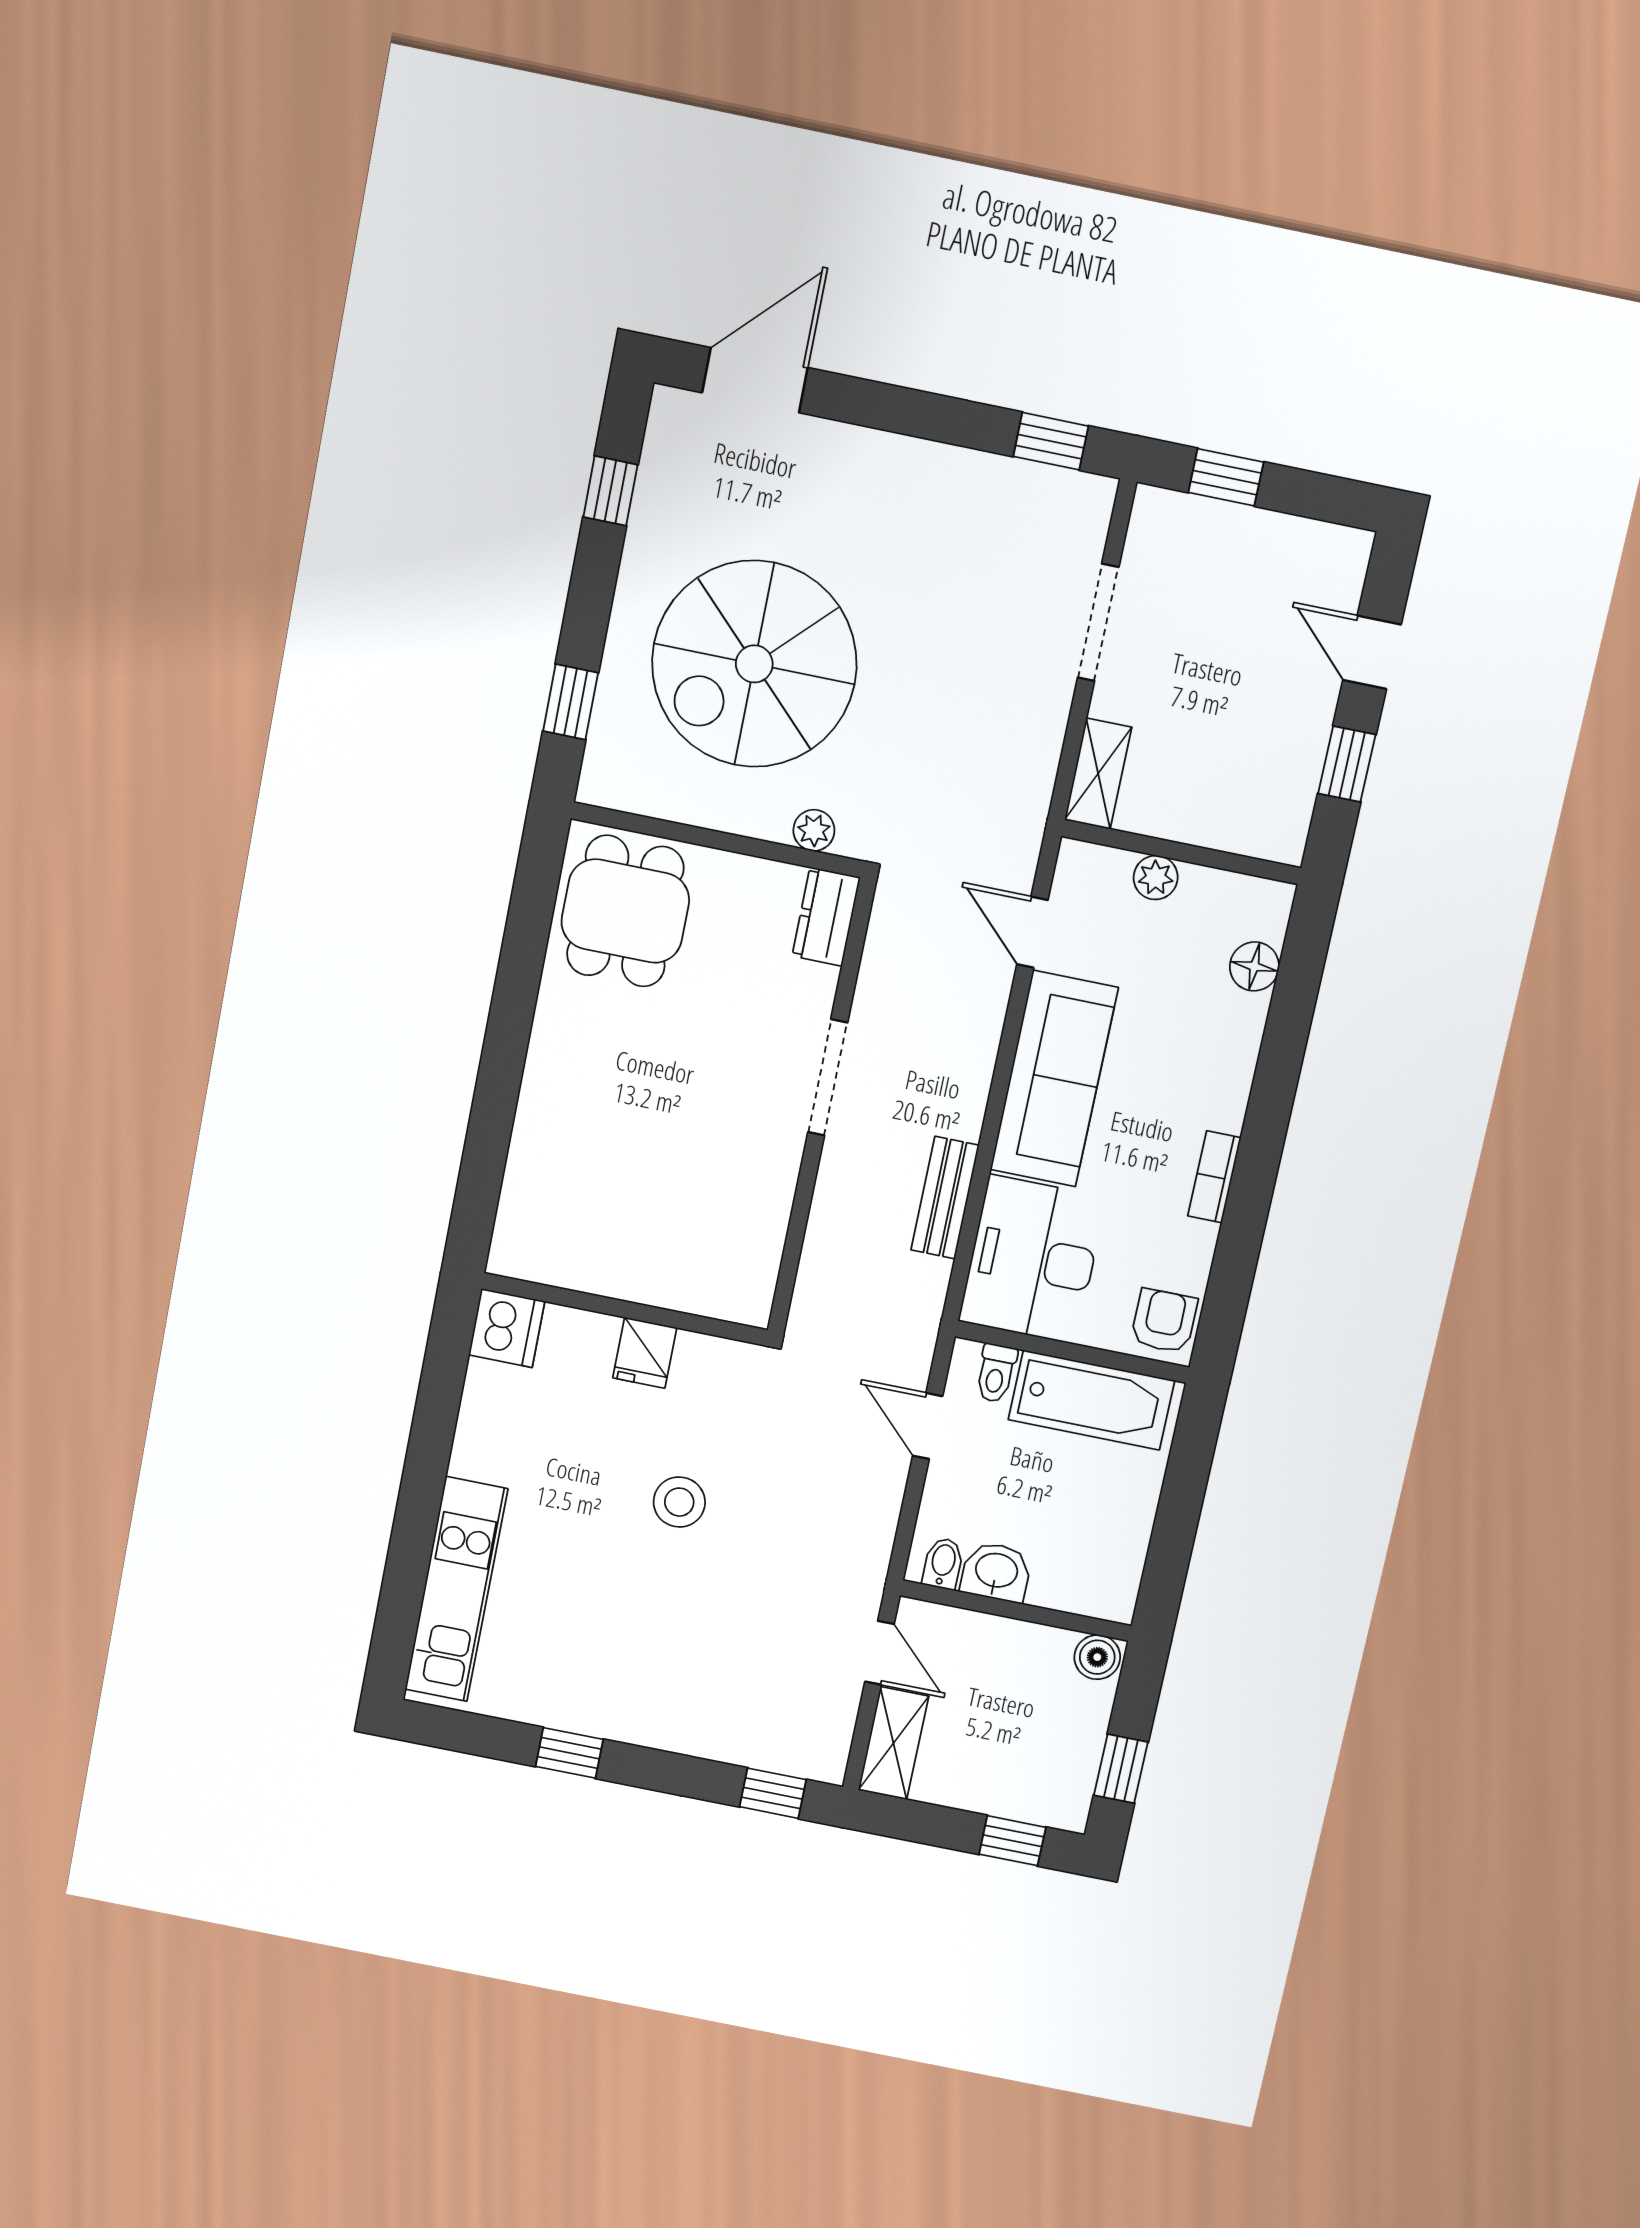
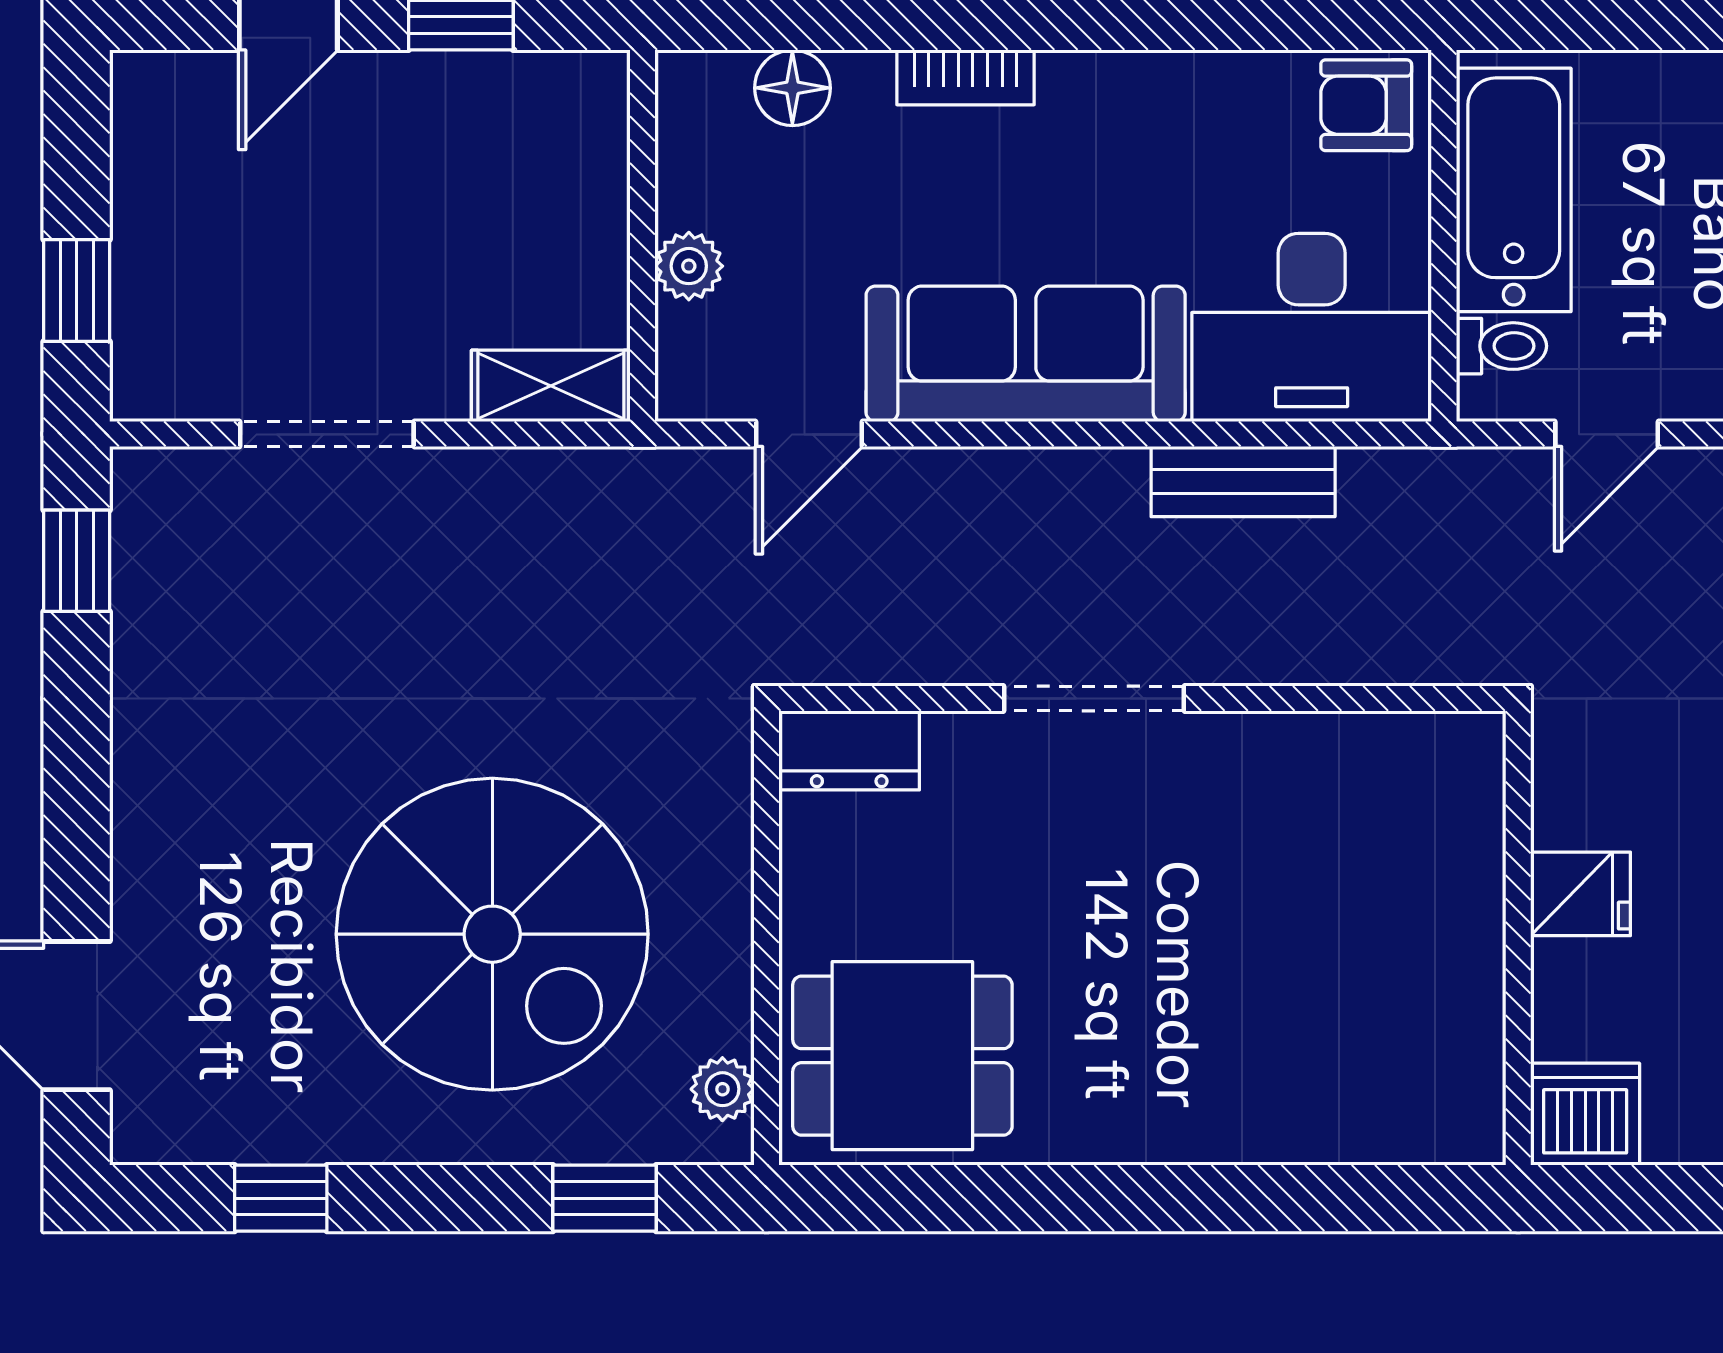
plant: (814, 830) -> (722, 1089), moved
bookcase: (1214, 1177) -> (965, 77), moved

